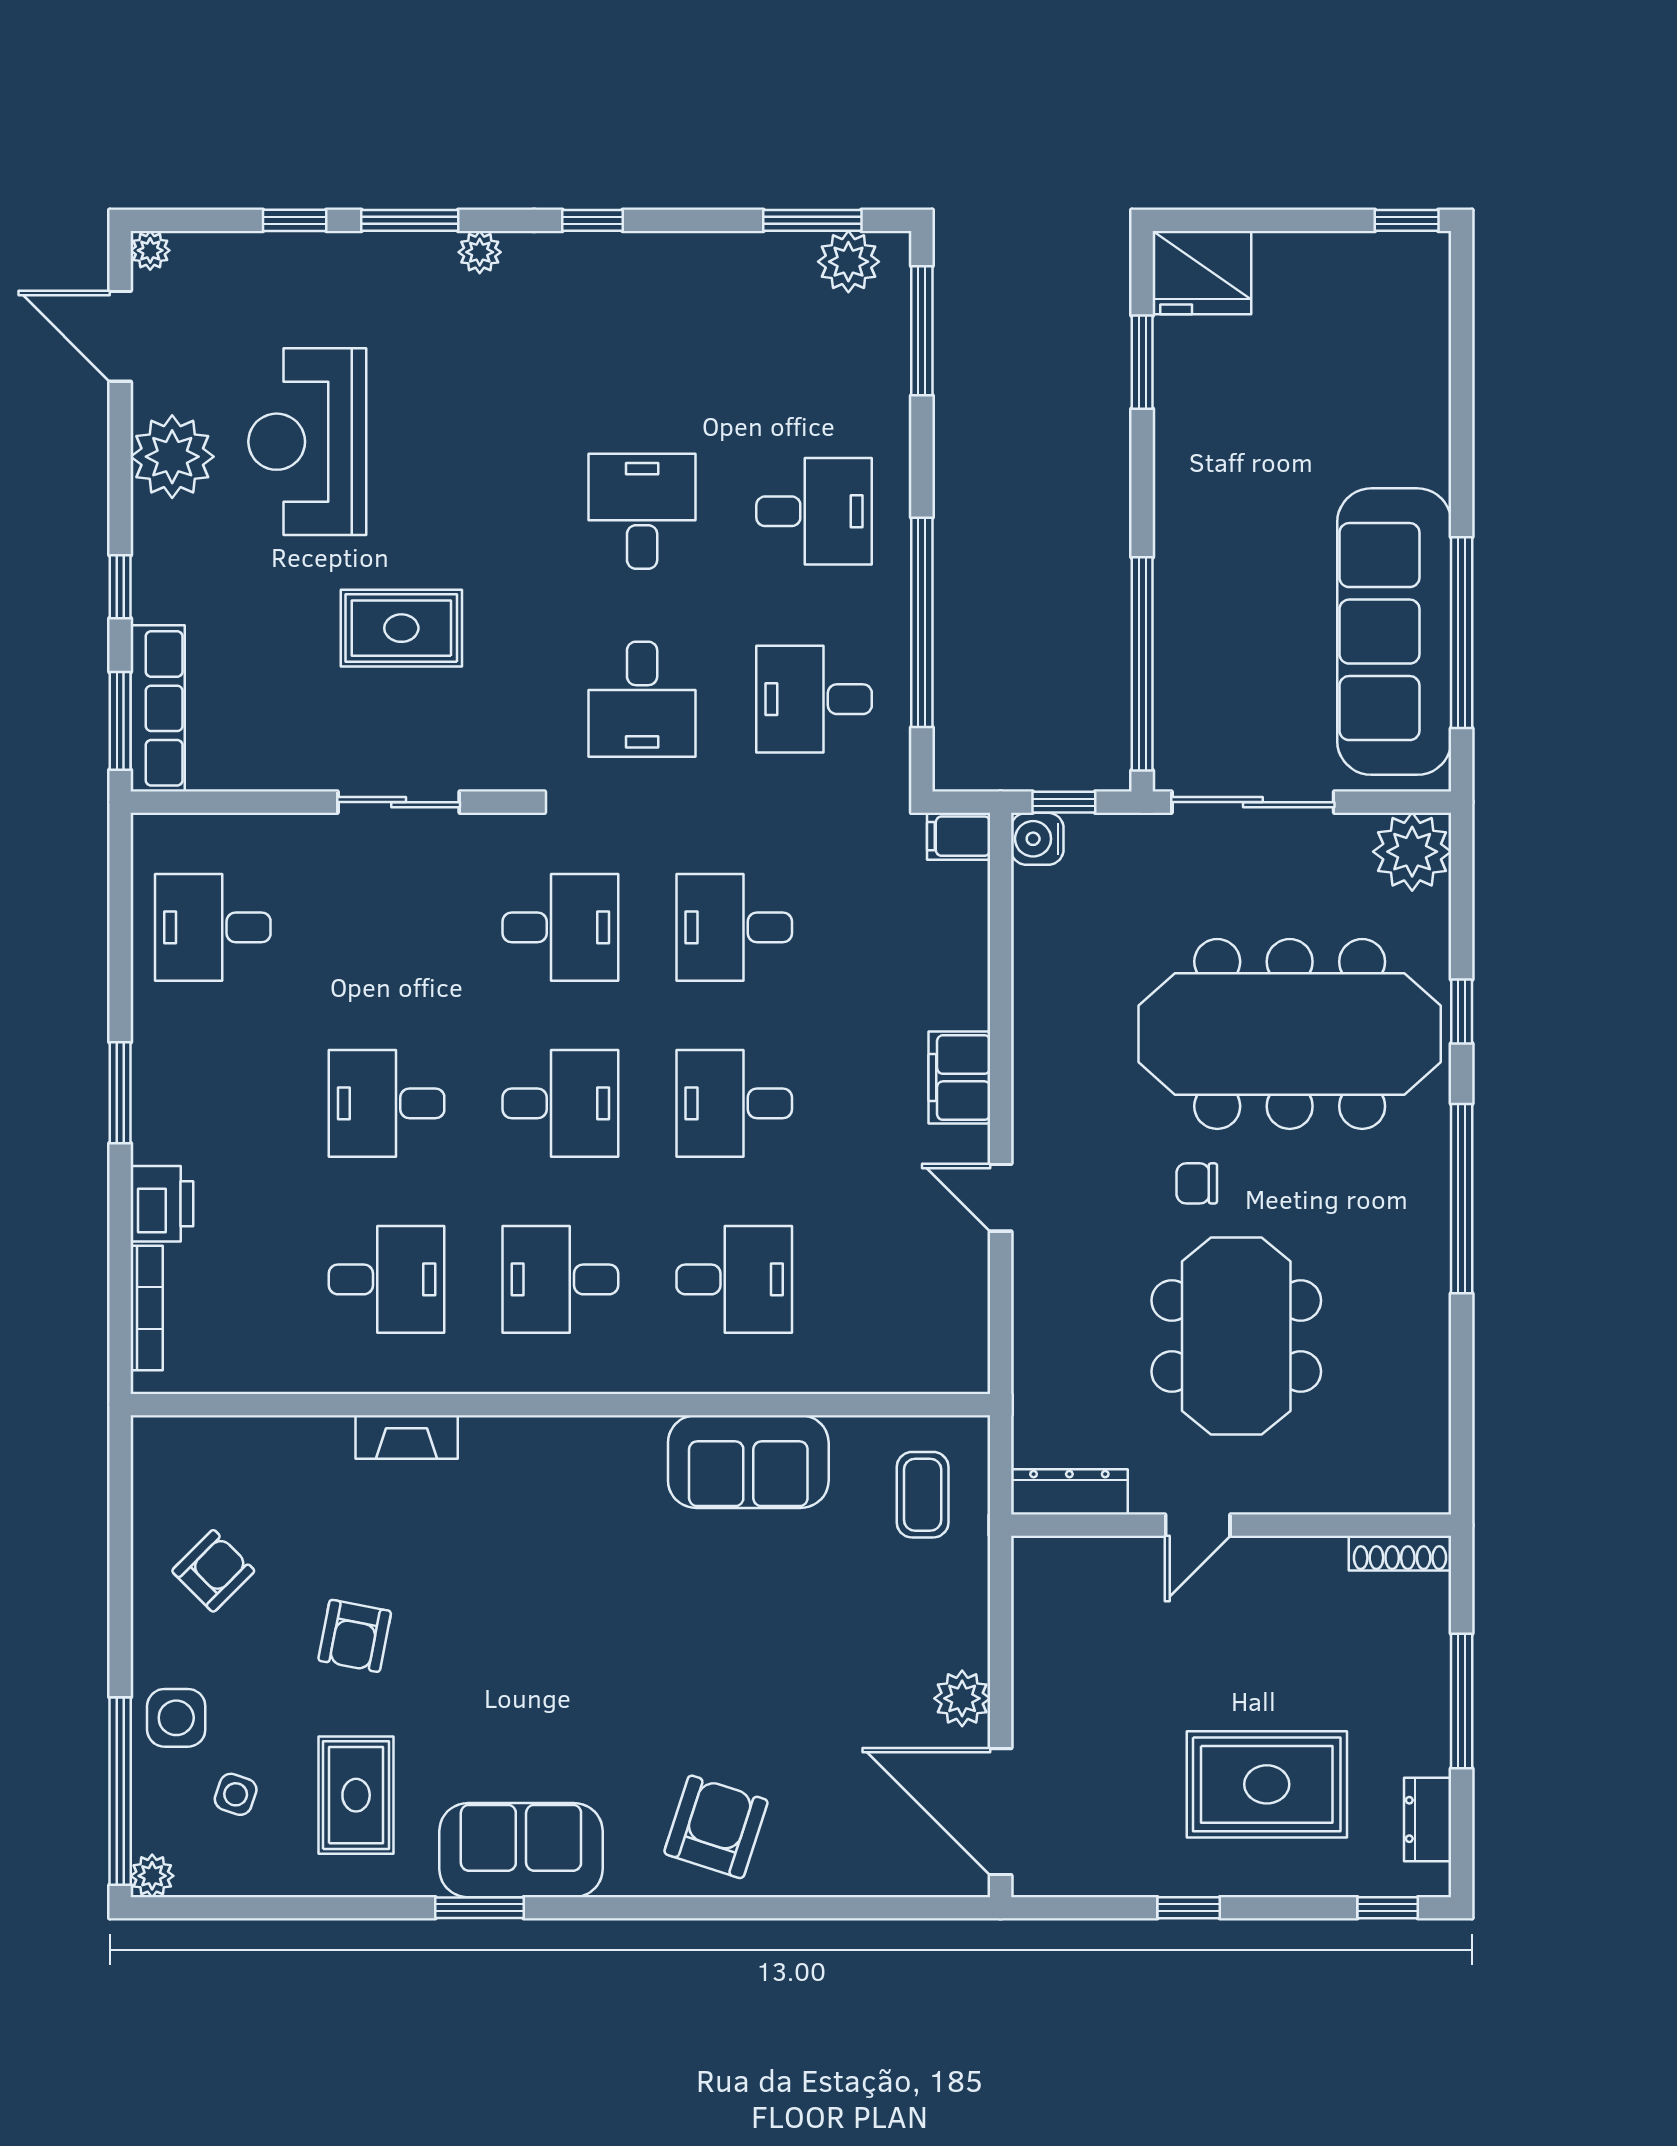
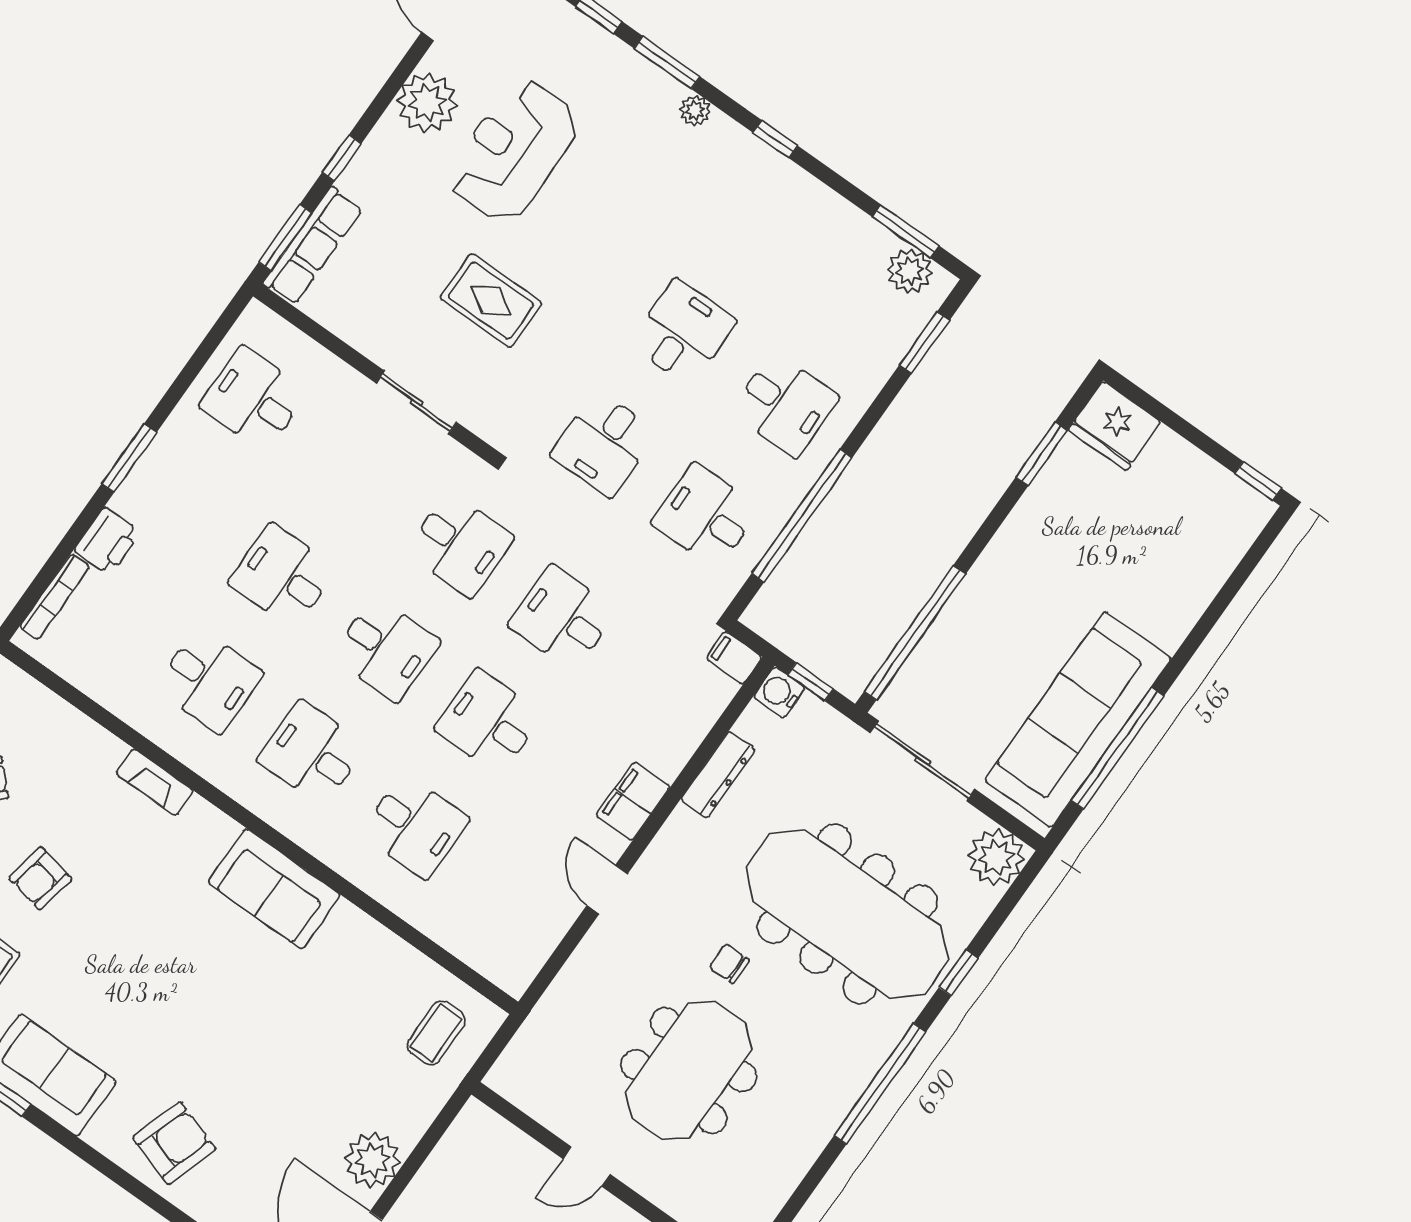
window: (922, 331) -> (924, 343), width x0.69
sofa: (748, 1462) -> (274, 889), moved
dresser: (1069, 1492) -> (718, 775), moved, turned 90
plant: (962, 1698) -> (372, 1160), width x1.36, depth x1.36

